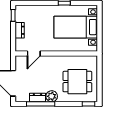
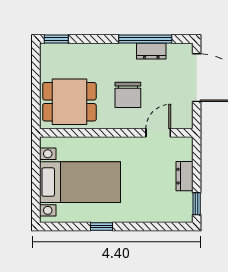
chair: (50, 74) -> (128, 95), added
dining table: (77, 82) -> (69, 102), moved
plant: (52, 96) -> (125, 53), removed

